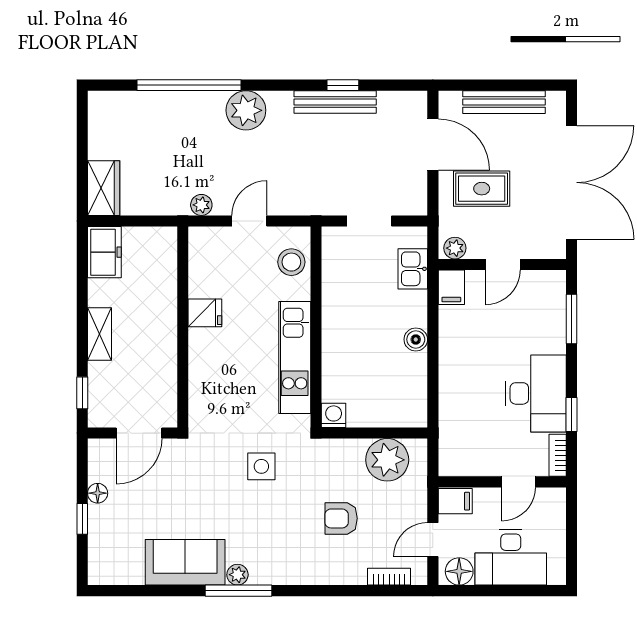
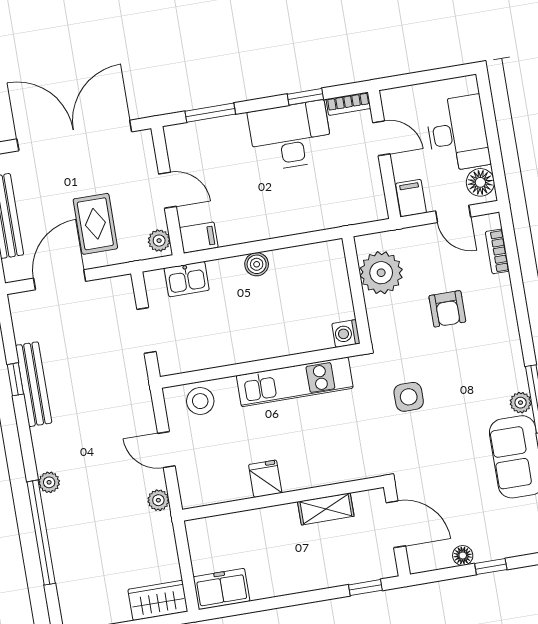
plant: (246, 110) -> (49, 482), width x0.53, depth x0.53
shelving: (100, 334) -> (326, 509), moved

